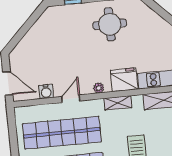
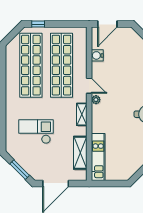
fridge: (124, 80) -> (101, 122), removed
door: (71, 99) -> (89, 86), moved

